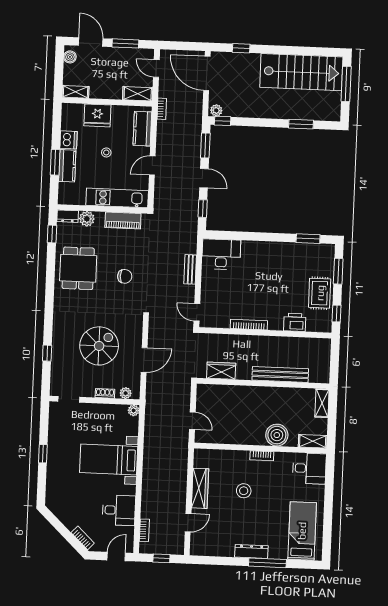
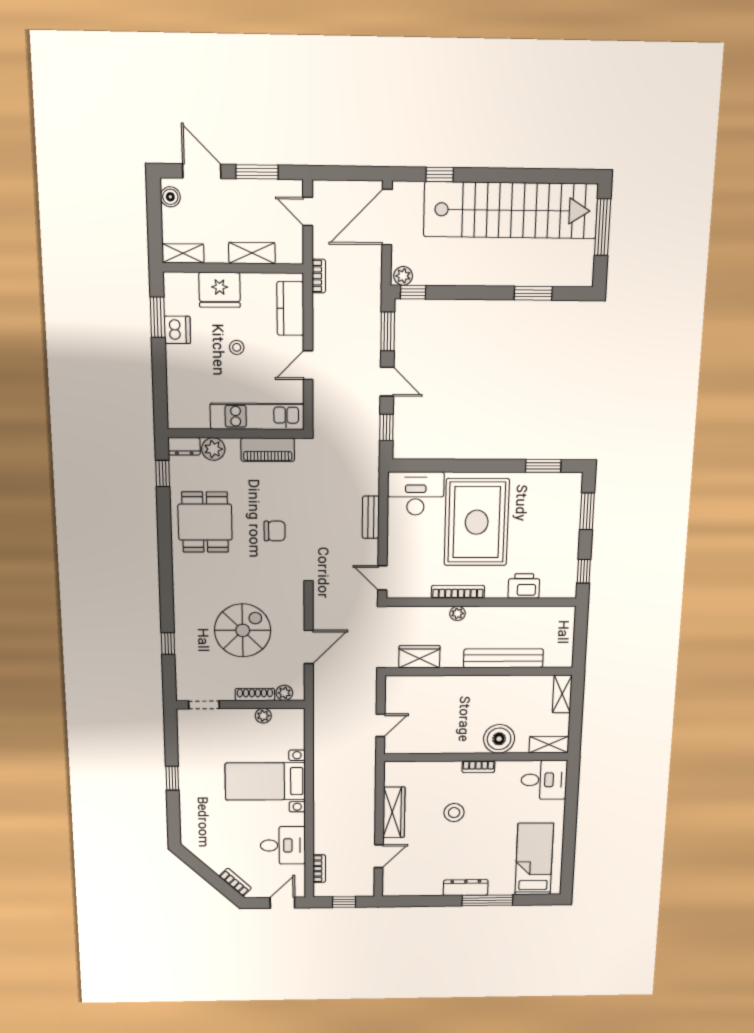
stairs: (301, 72) -> (511, 210), width x1.36
door: (207, 73) -> (387, 217), hinge flipped
shelving: (138, 94) -> (252, 253), moved
window: (55, 162) -> (158, 317), moved
kitchen counter: (67, 166) -> (178, 370), removed
rug: (320, 293) -> (477, 522), moved, width x1.86, depth x2.06
plant: (248, 340) -> (457, 613), added
shoe rack: (105, 393) -> (255, 695), width x1.43
plant: (134, 410) -> (263, 716), moved
door: (192, 421) -> (380, 725), hinge flipped

